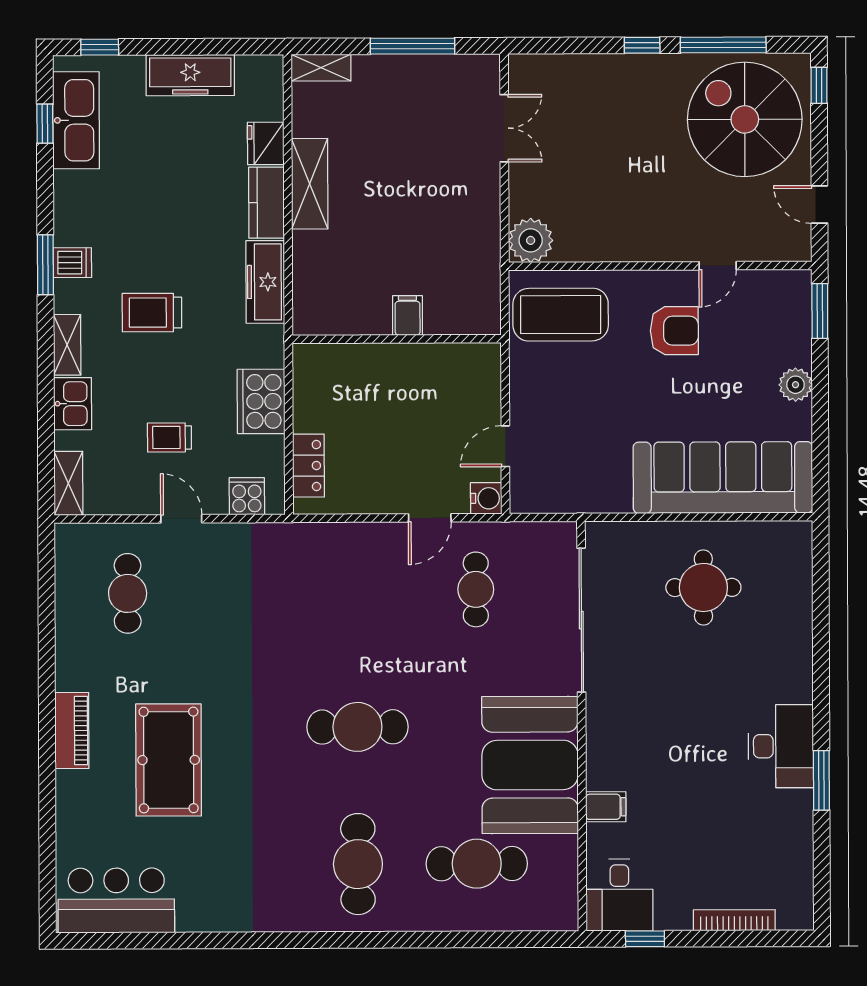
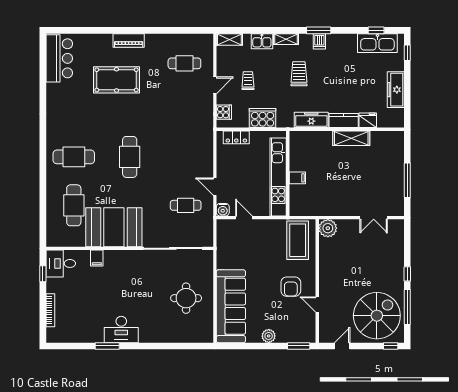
shelving: (321, 68) -> (399, 143), removed
kitchen unit: (405, 363) -> (278, 177), added

